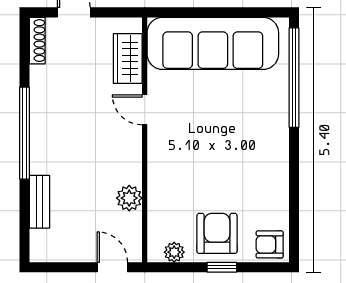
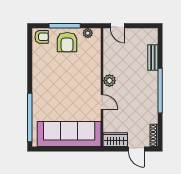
wardrobe: (128, 59) -> (115, 140), moved, turned -90
plant: (129, 198) -> (109, 81), moved
window: (222, 267) -> (65, 26), width x2.17

